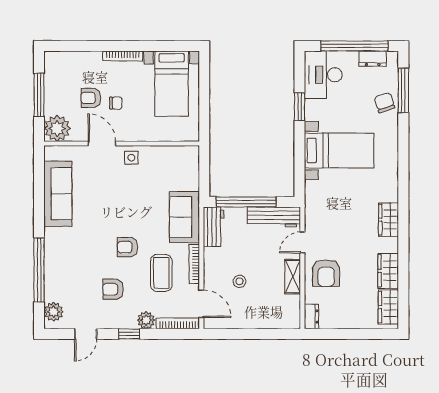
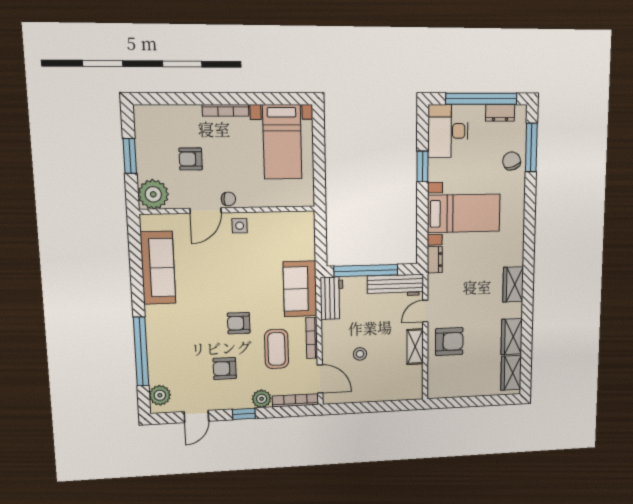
window: (39, 95) -> (130, 156), width x0.69
chair: (116, 103) -> (228, 199), moved
door: (102, 144) -> (206, 211), swing flipped
armchair: (326, 273) -> (449, 342), turned -90
dresser: (312, 316) -> (435, 260), moved

